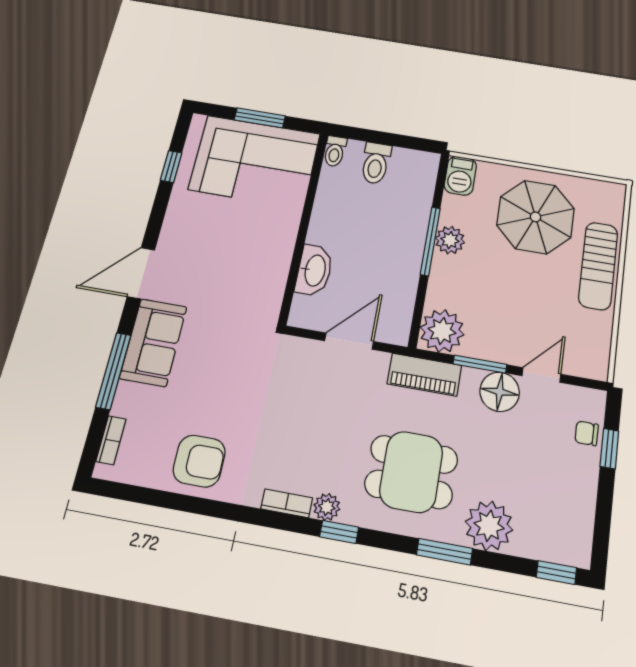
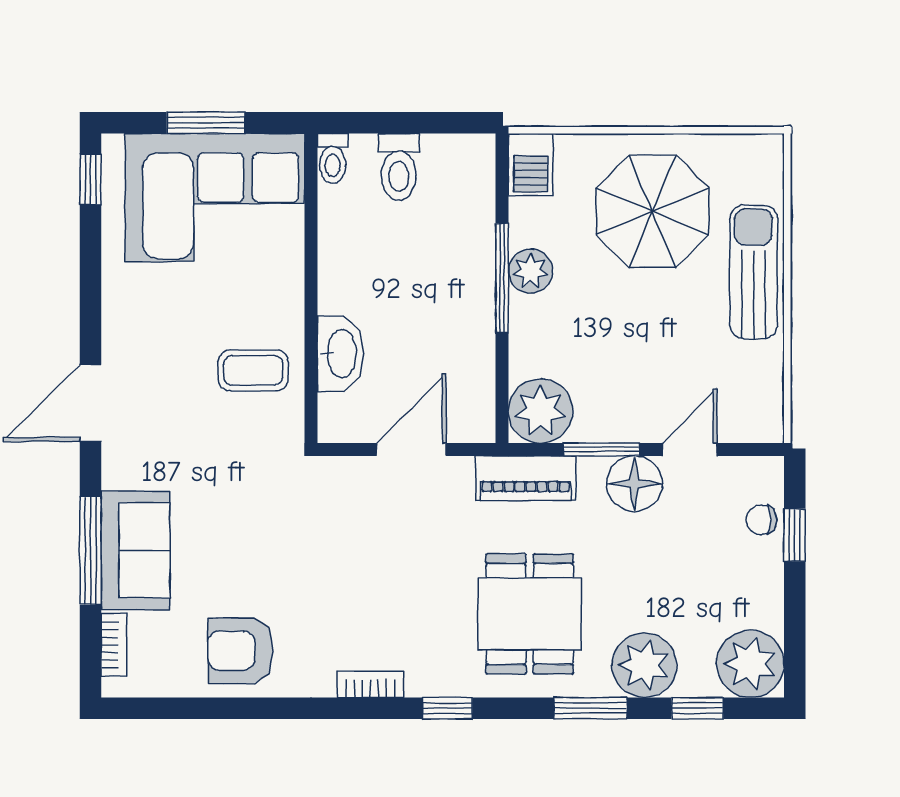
window: (171, 167) -> (91, 179), moved
sun lounger: (598, 266) -> (753, 272), turned 180
coffee table: (254, 271) -> (253, 370), added
sofa: (153, 342) -> (135, 550), moved
armchair: (199, 461) -> (240, 651), turned 180
dining table: (411, 472) -> (530, 614), turned 90
plant: (327, 507) -> (750, 664), moved, width x1.88, depth x1.88
window: (556, 572) -> (697, 708), moved

